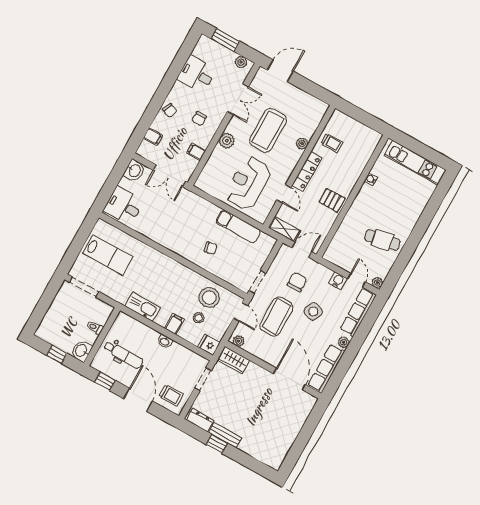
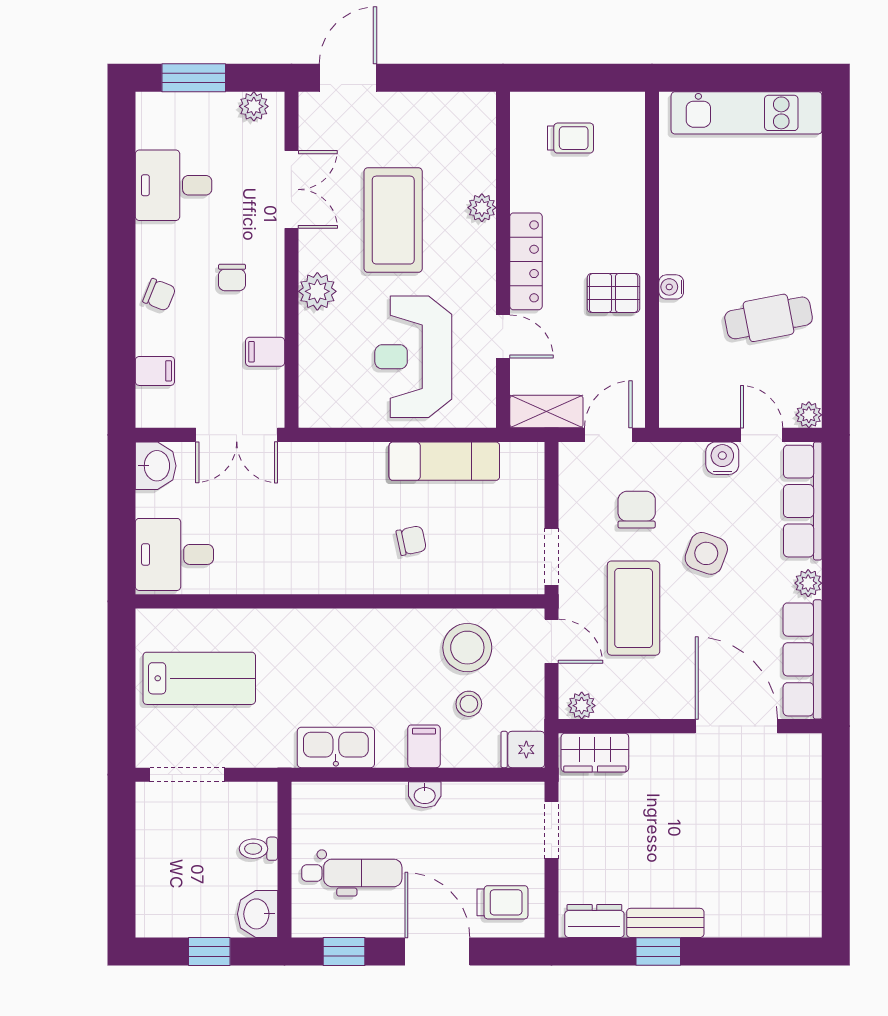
trolley: (332, 143) -> (570, 138), moved
water cooler: (371, 179) -> (671, 287), moved

